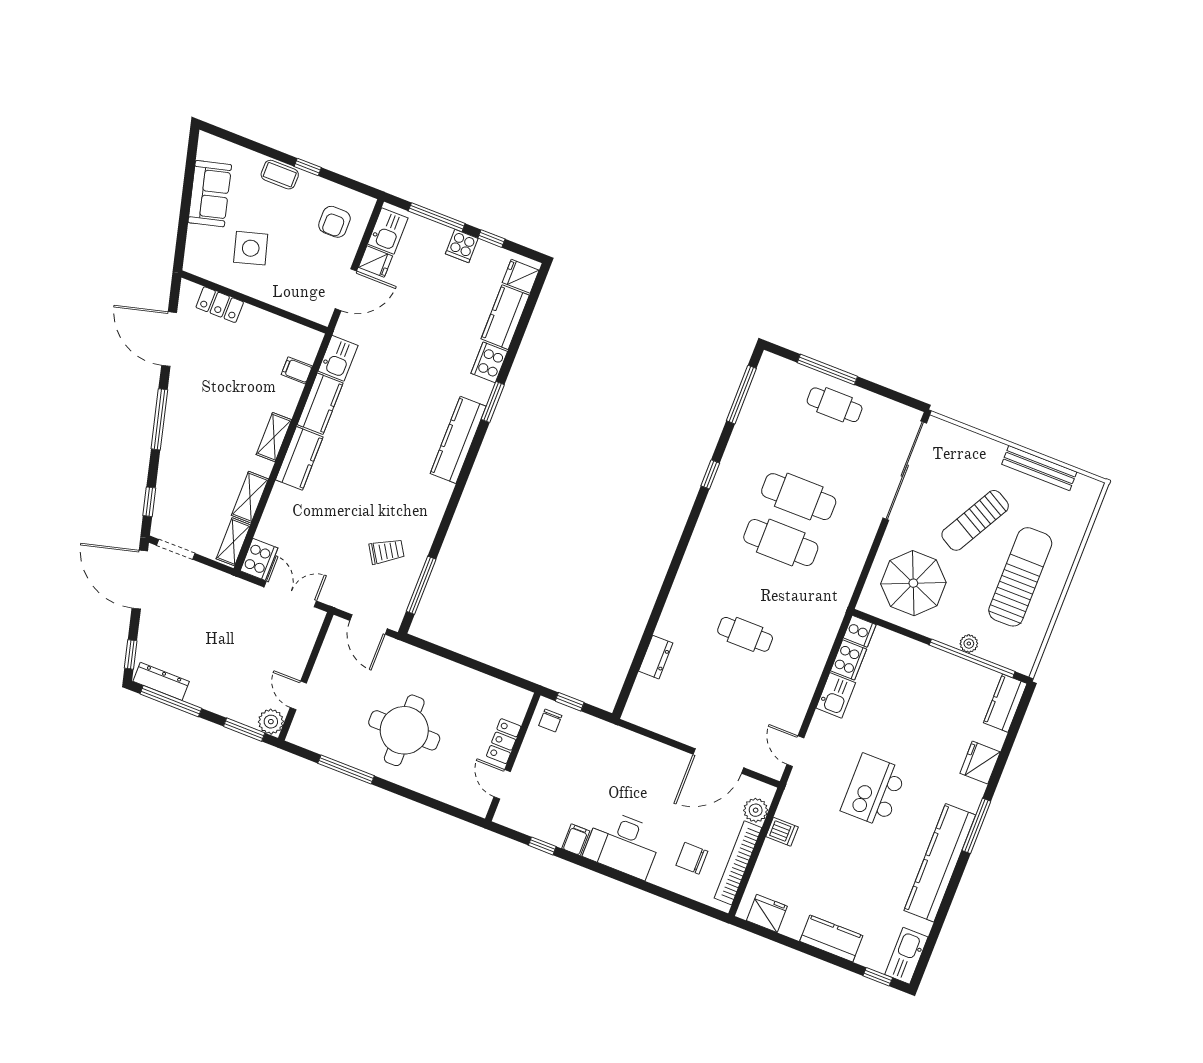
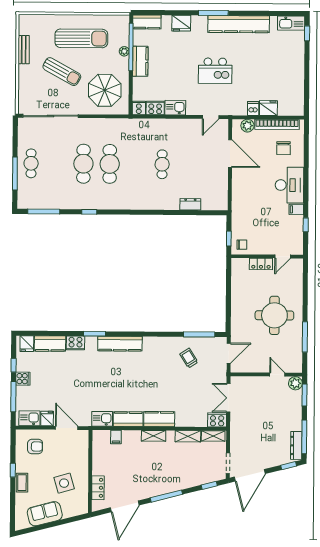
bench: (1039, 468) -> (24, 50), width x0.73
sun lounger: (1020, 577) -> (81, 38), turned 180
door: (298, 695) -> (277, 375), swing flipped
fridge: (767, 913) -> (268, 108), moved, turned 90
kitchen counter: (831, 938) -> (140, 61), moved, turned 180

